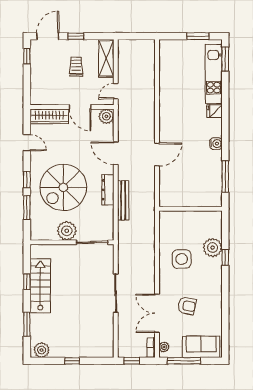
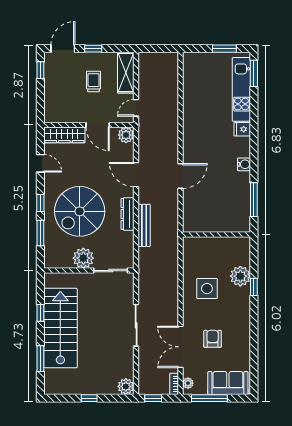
stairs: (40, 286) -> (60, 328), width x1.36, depth x1.51
armchair: (187, 306) -> (213, 339), turned -101
plant: (42, 350) -> (126, 386), moved

